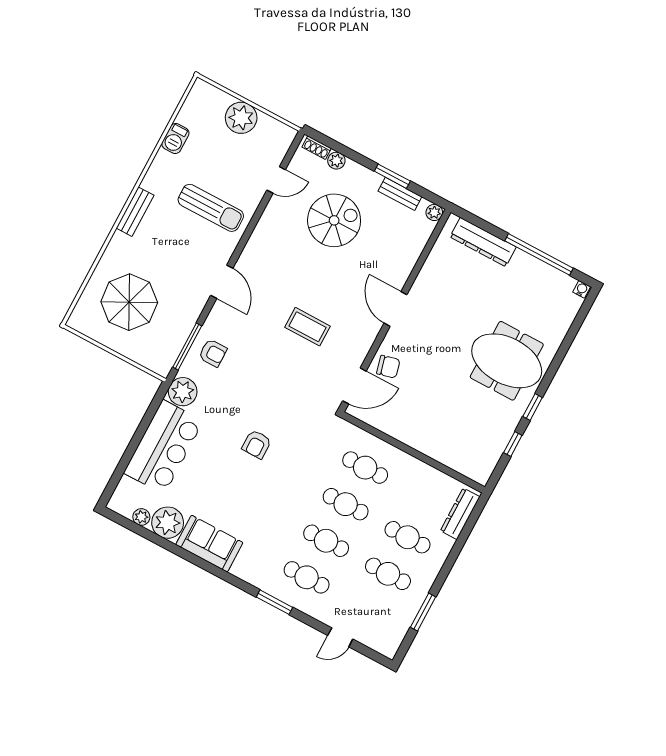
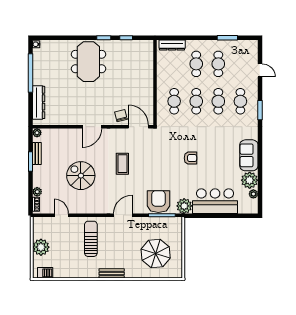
barbecue: (175, 138) -> (45, 273), moved
spiral stairs: (334, 220) -> (81, 176), moved
armchair: (213, 353) -> (158, 202), width x1.88, depth x1.88

